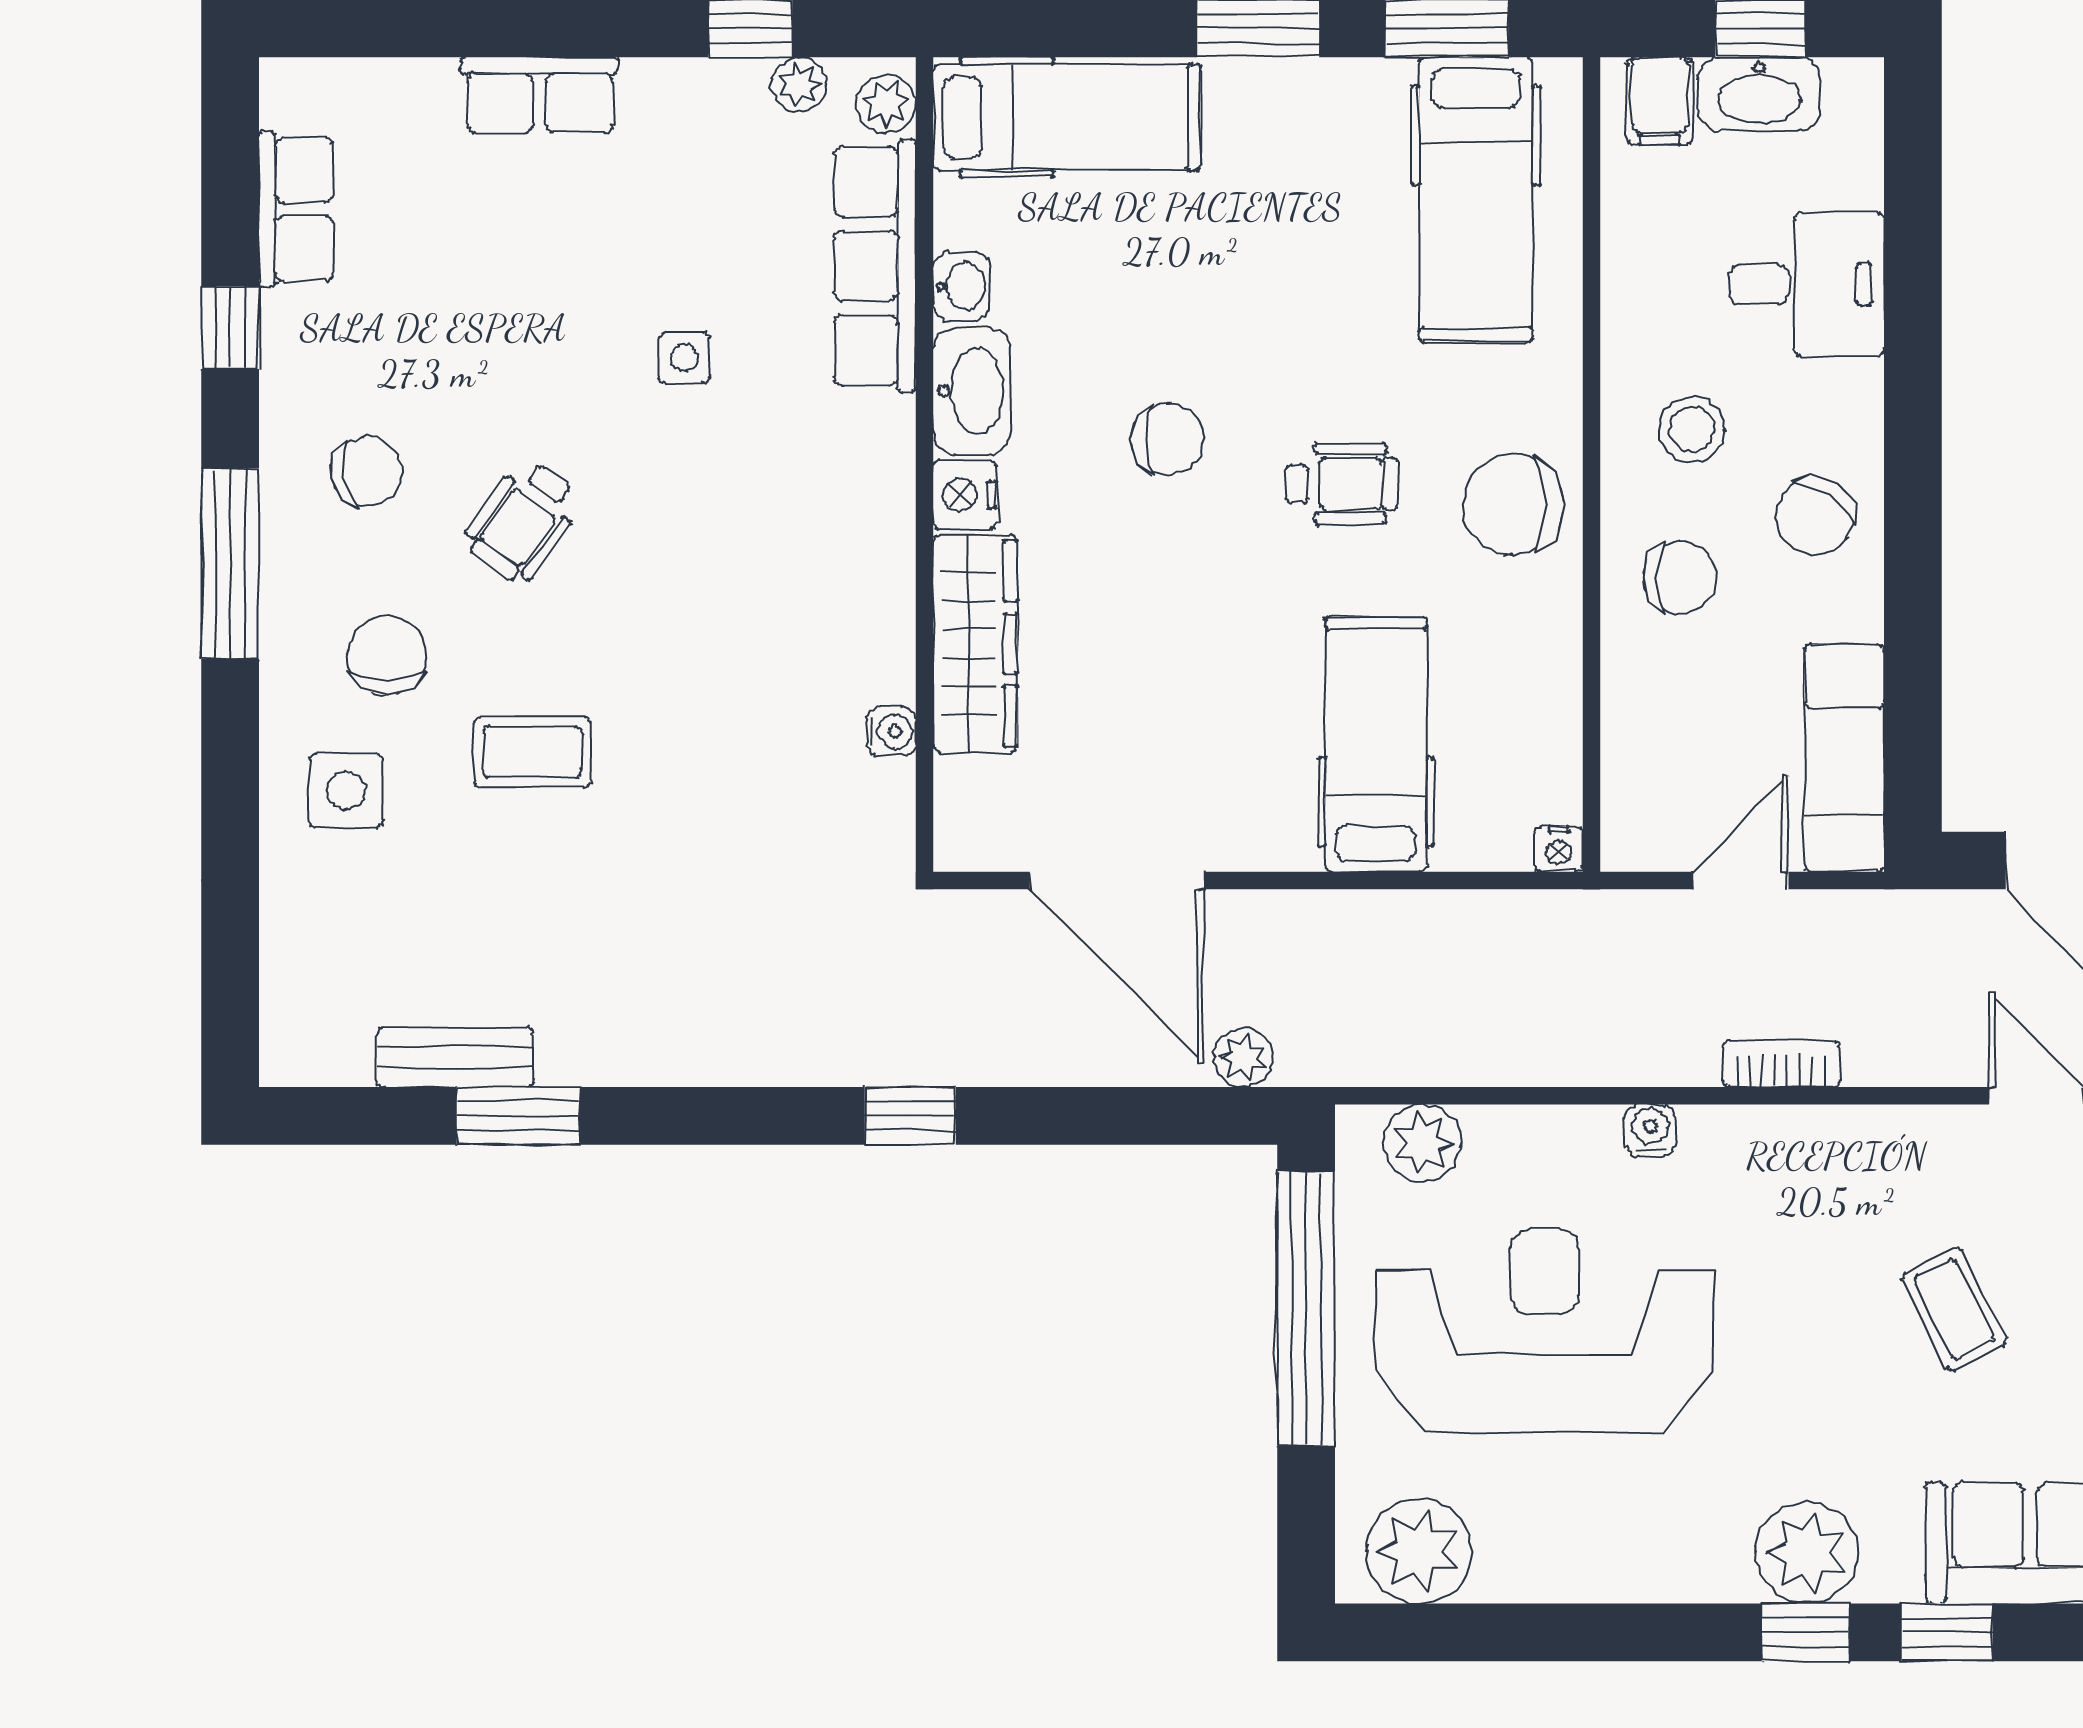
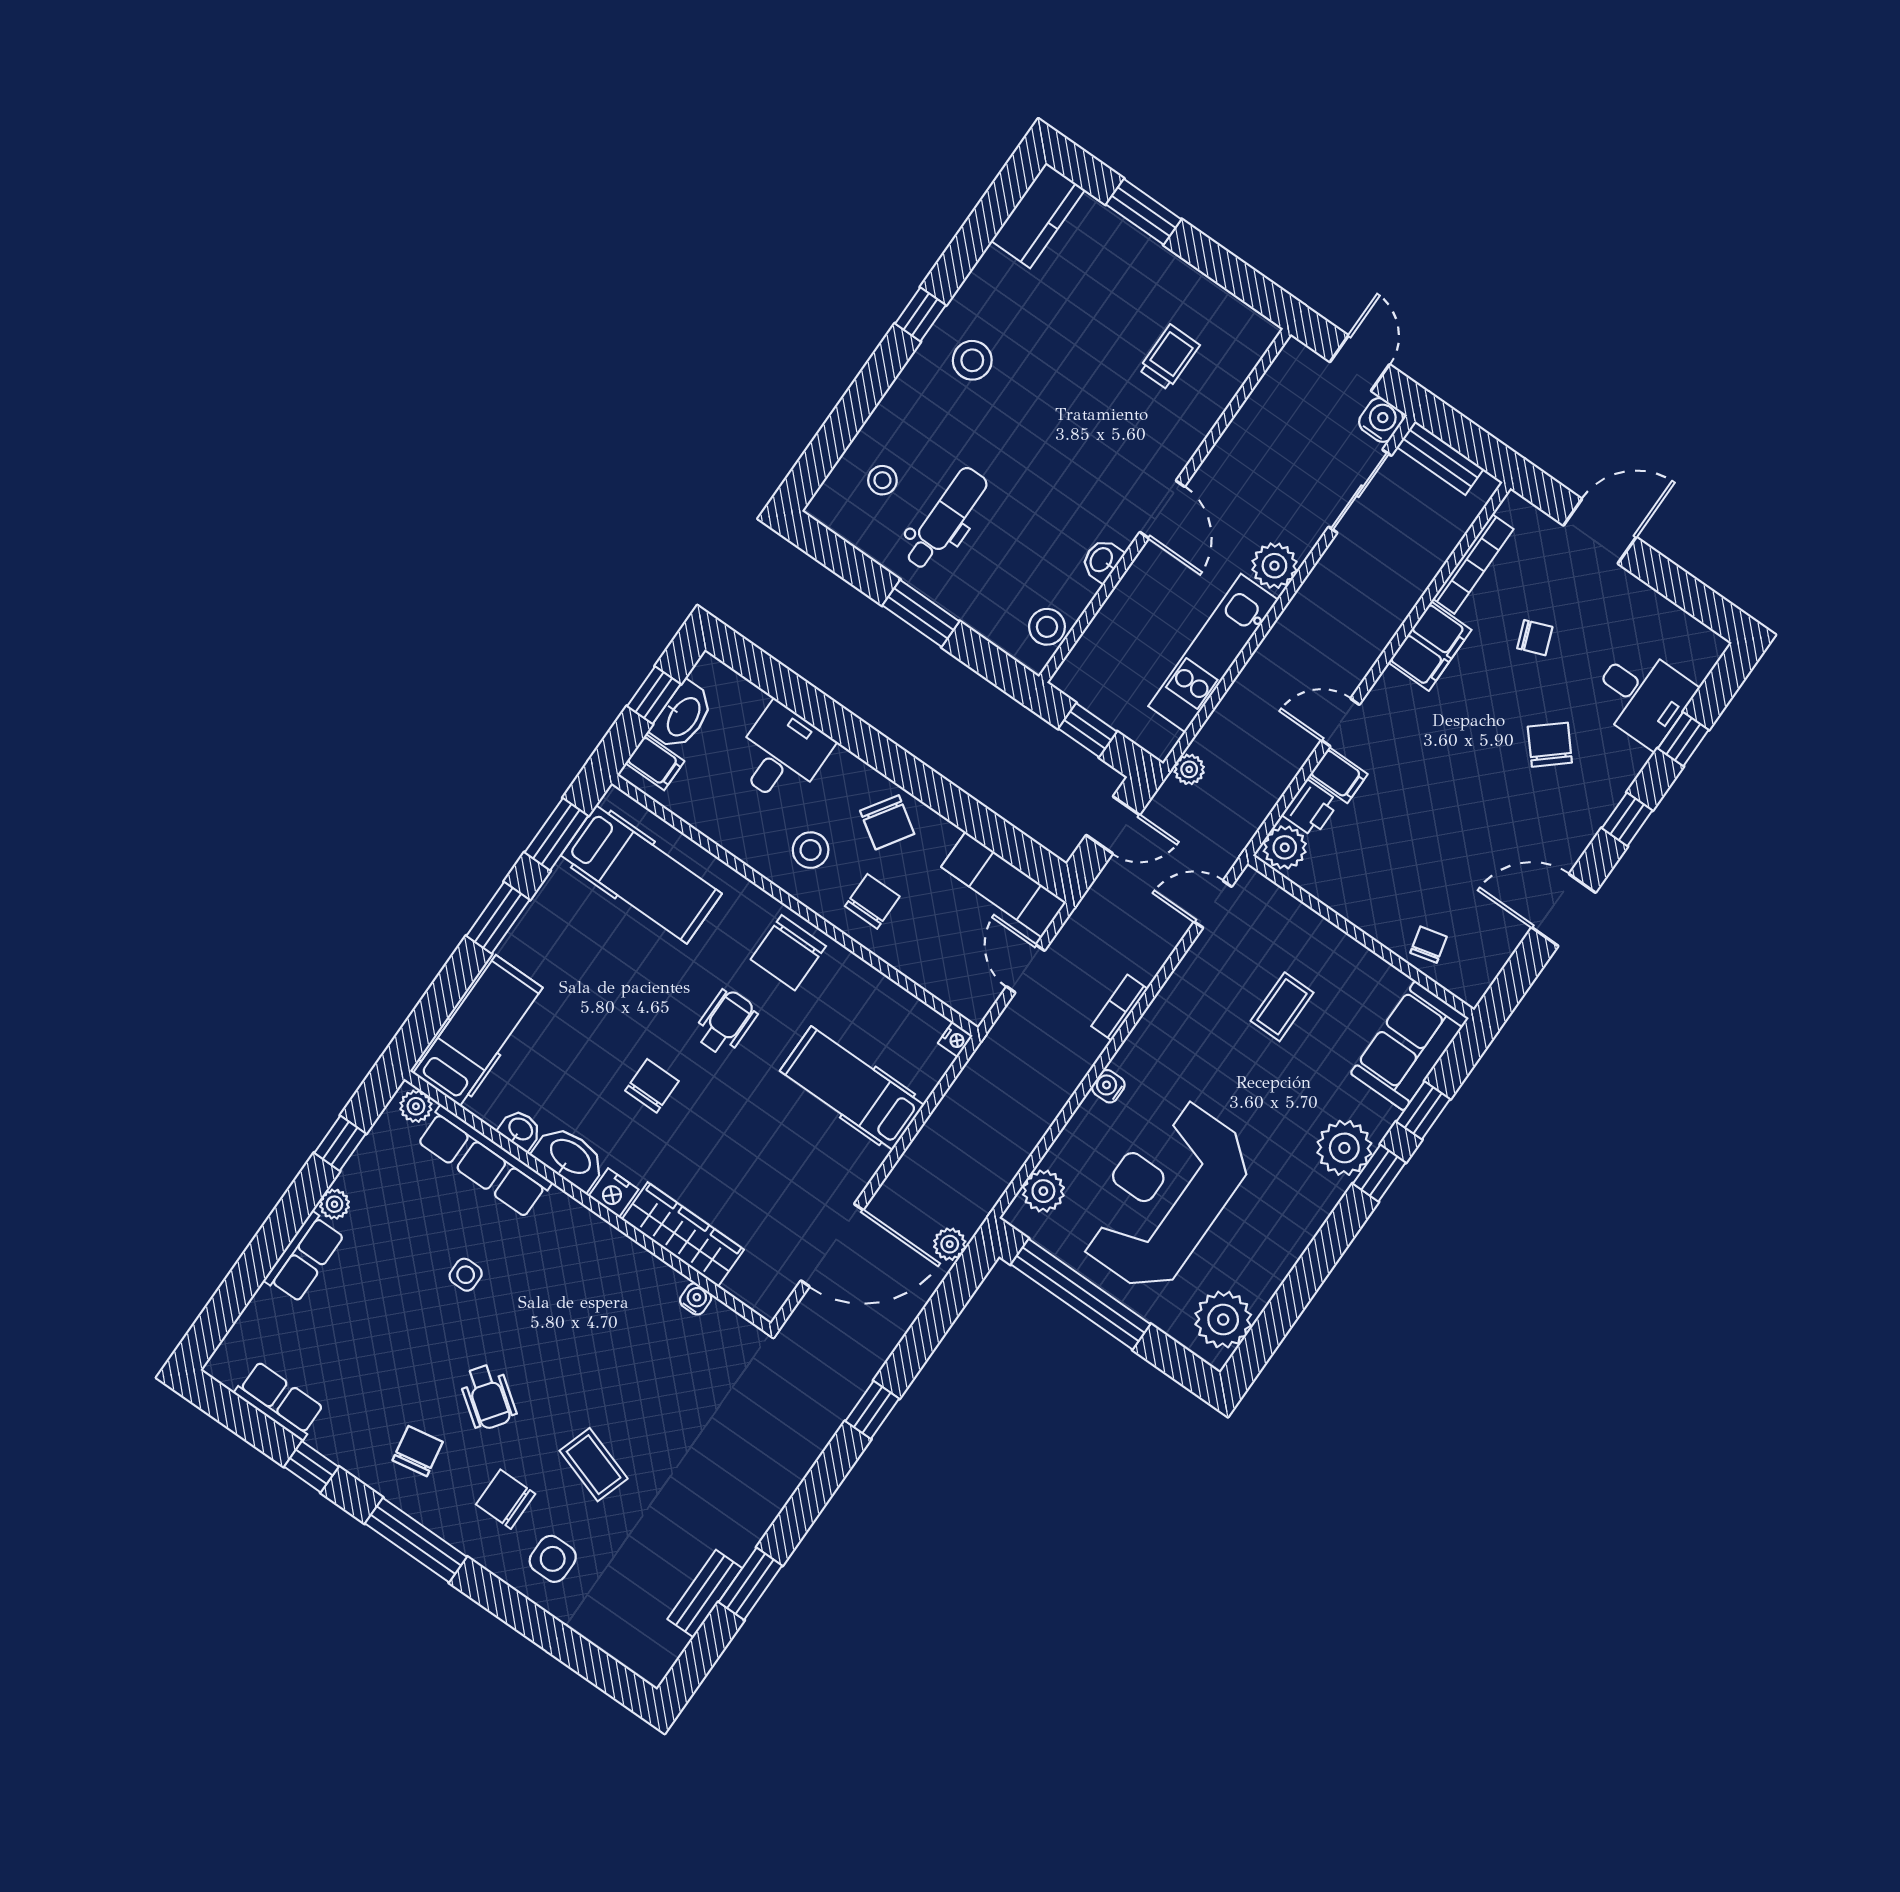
plant: (799, 84) -> (334, 1204), moved
coffee table: (532, 752) -> (594, 1465), turned -72
coffee table: (1954, 1309) -> (1282, 1007), turned -63

